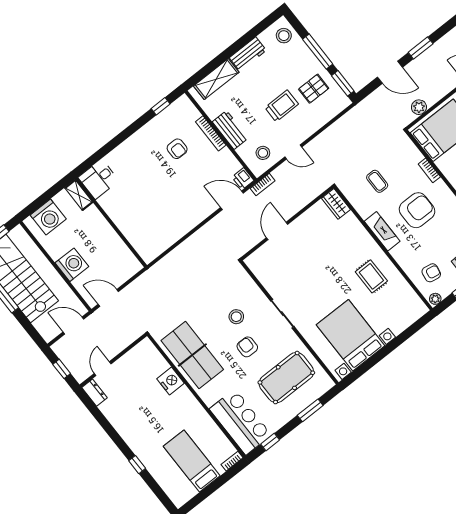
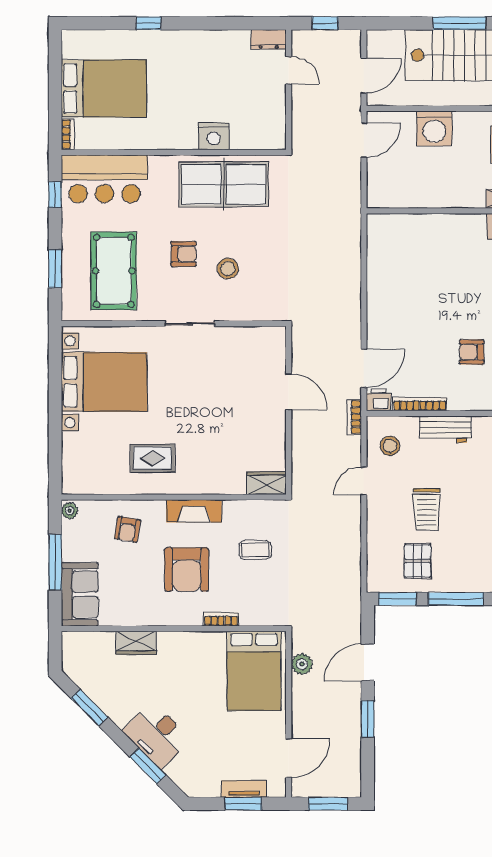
bookcase: (211, 133) -> (420, 404), moved
armchair: (431, 273) -> (127, 529), moved
bed: (192, 461) -> (104, 88), width x1.50

